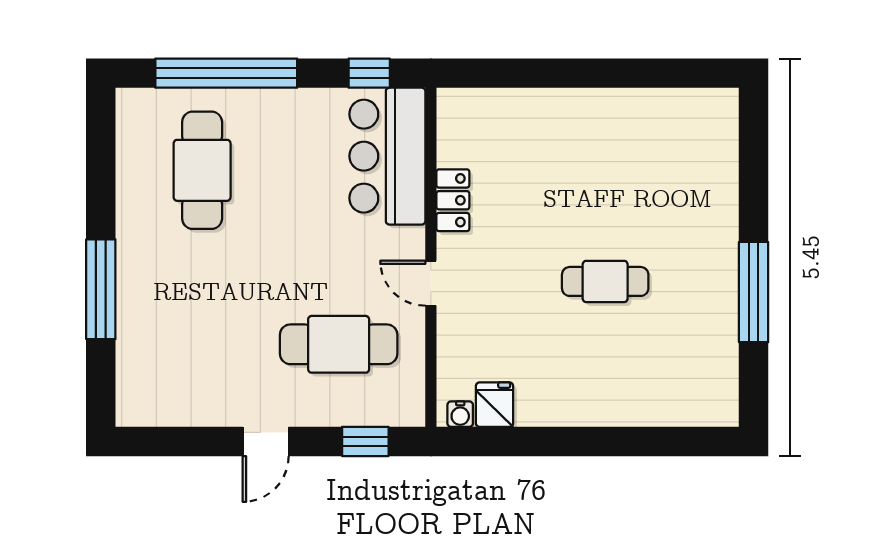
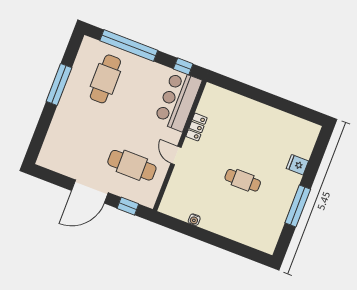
window: (101, 289) -> (59, 85), moved
fridge: (495, 405) -> (297, 165), moved, turned -90
water cooler: (460, 414) -> (194, 220), moved
door: (266, 441) -> (90, 192), width x1.87

